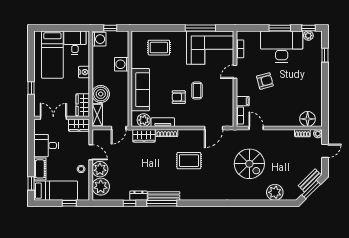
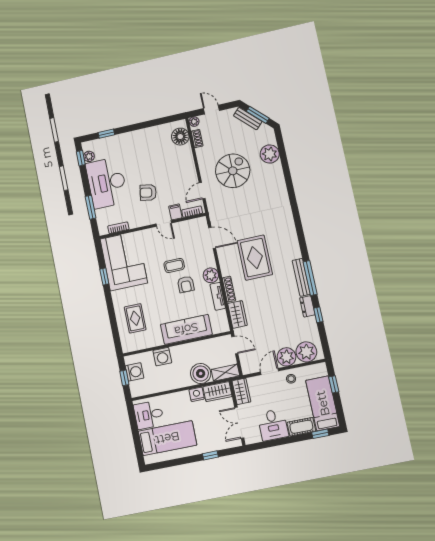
window: (200, 28) -> (104, 276), width x0.46
window: (280, 28) -> (91, 207), moved
washing machine: (99, 39) -> (135, 372), moved, turned 90
nightstand: (84, 72) -> (197, 394), moved
door: (235, 72) -> (164, 223), moved
armchair: (265, 81) -> (148, 193), turned -65
plant: (144, 120) -> (211, 275), moved
rug: (189, 161) -> (255, 258), width x1.36, depth x1.43
spiral stairs: (249, 164) -> (233, 171), moved

